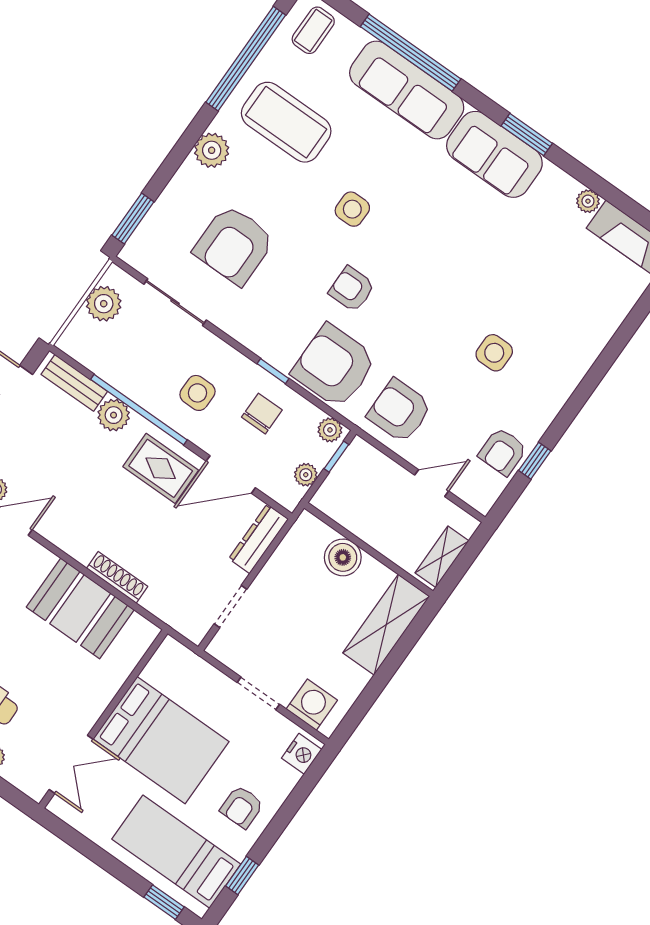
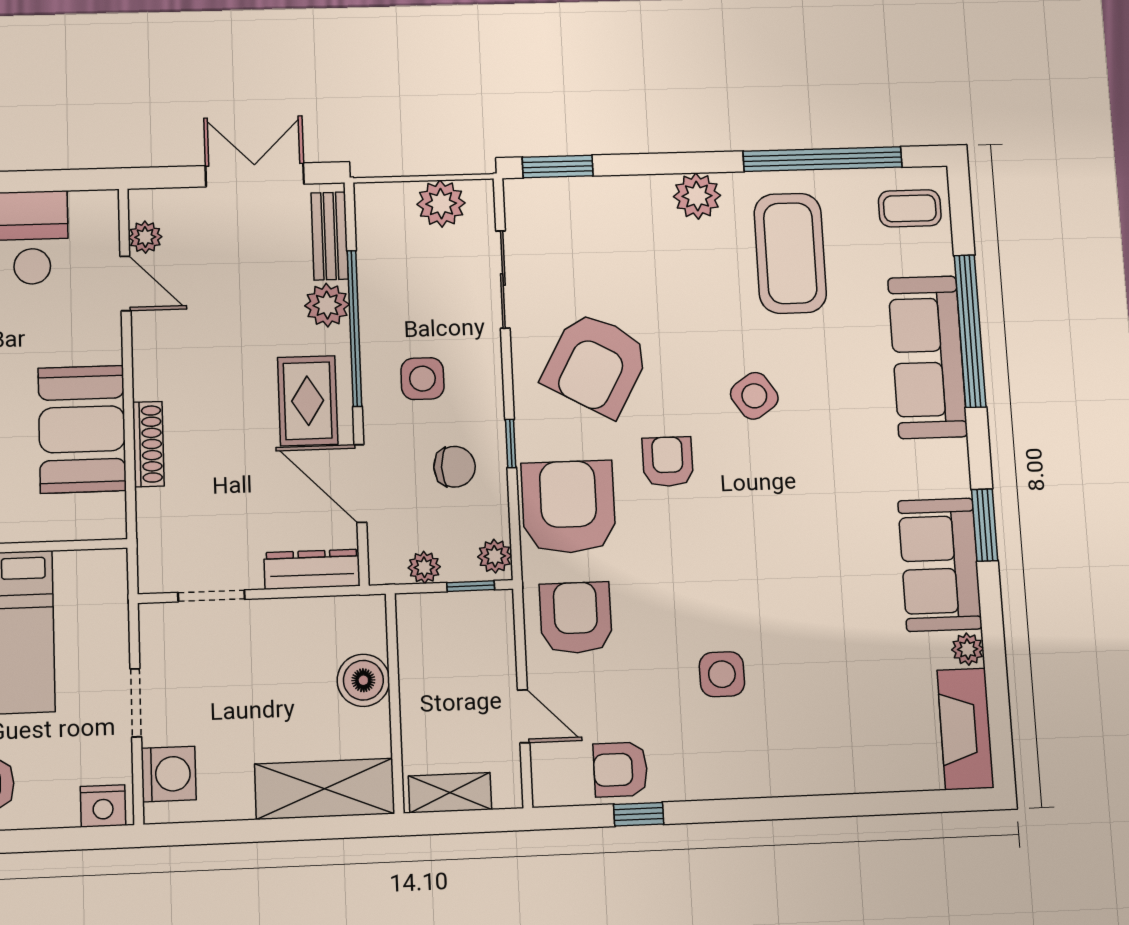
sofa: (494, 154) -> (940, 565), moved
side table: (352, 209) -> (754, 396), turned -34
armchair: (234, 245) -> (596, 364), moved, turned -61

